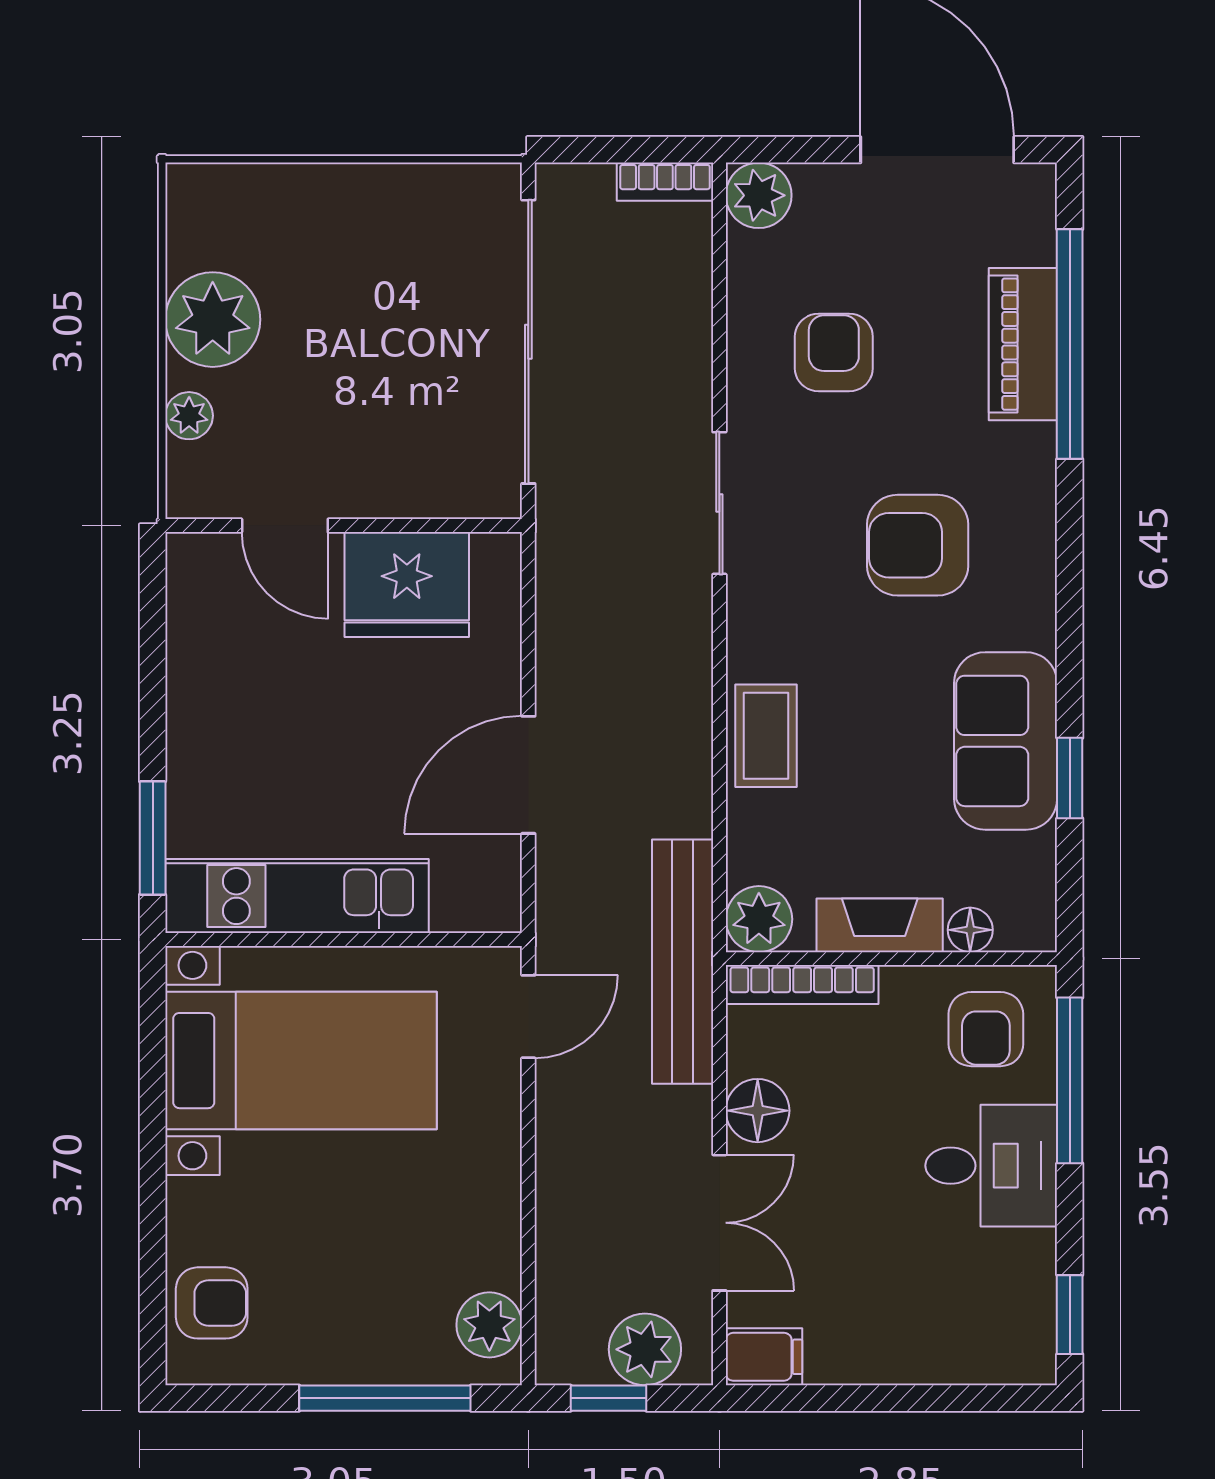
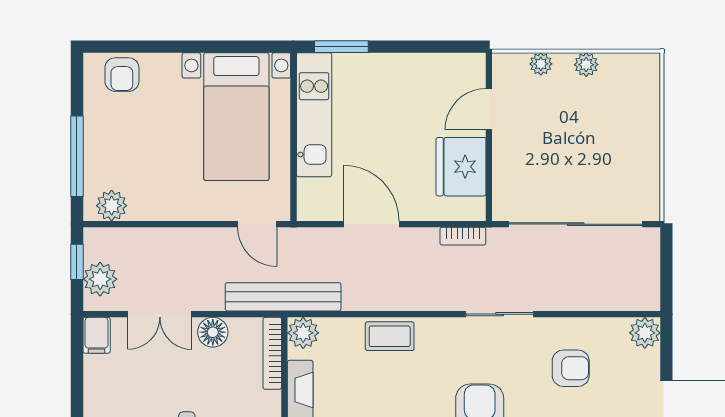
bookcase: (665, 182) -> (463, 236), moved, turned -90
plant: (213, 320) -> (586, 65), width x0.53, depth x0.53

